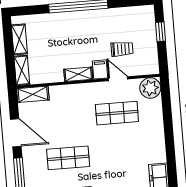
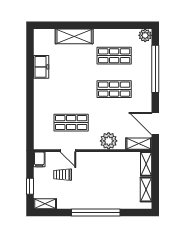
filing cabinet: (100, 69) -> (39, 159), moved
shelving: (78, 74) -> (45, 204), moved
plant: (150, 88) -> (109, 141), moved
door: (16, 133) -> (155, 124), moved

